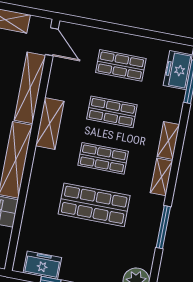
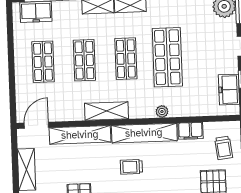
plant: (35, 185) -> (162, 112), added

